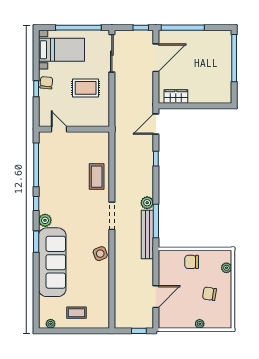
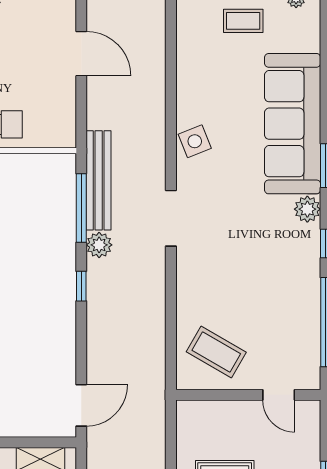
window: (156, 159) -> (81, 286), moved
coffee table: (97, 177) -> (216, 352), moved, turned -60
door: (156, 297) -> (81, 54), swing flipped

